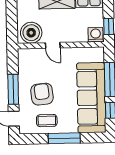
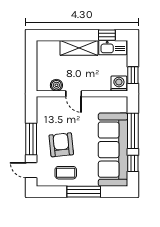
boiler: (31, 33) -> (56, 85), width x0.54, depth x0.54

